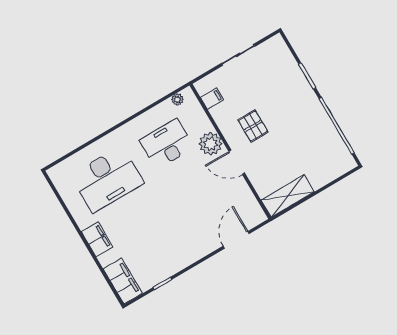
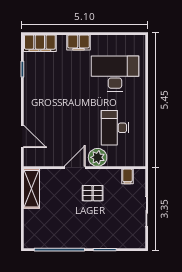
plant: (177, 99) -> (141, 153), removed
desk: (167, 144) -> (115, 128), turned 180
desk: (107, 179) -> (115, 74), turned 90

